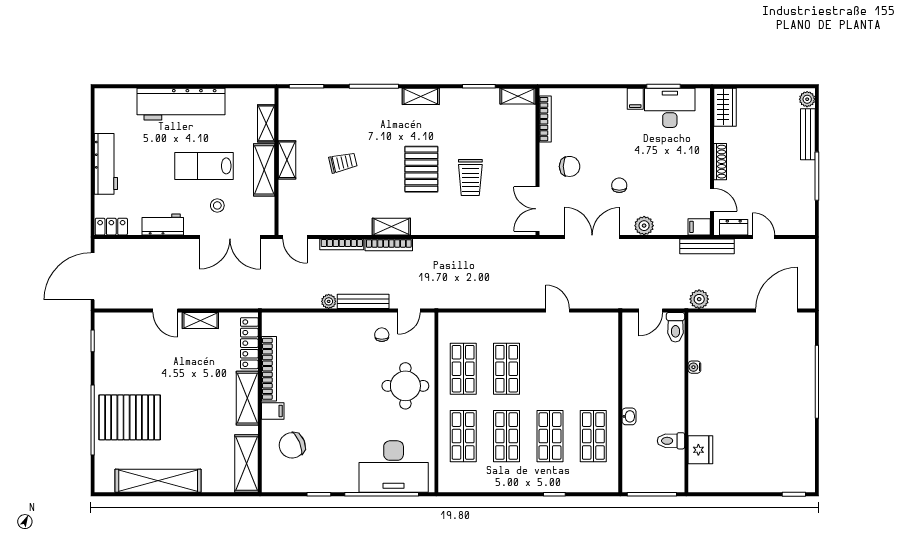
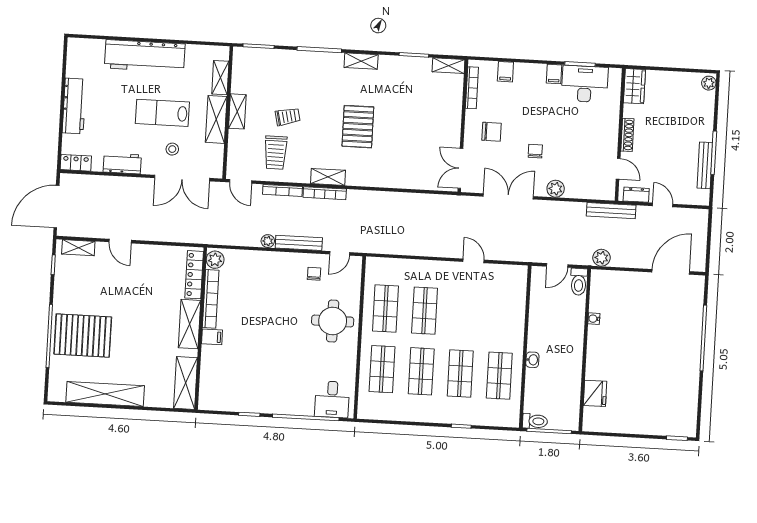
bench: (808, 134) -> (705, 165), moved
trolley: (470, 177) -> (276, 153), moved
filing cabinet: (699, 227) -> (505, 72), moved, turned -90
shelving: (200, 320) -> (78, 248), moved
plant: (271, 325) -> (215, 260), added
toilet: (671, 441) -> (535, 421), moved, turned 180
chair: (292, 445) -> (228, 369), removed
desk: (394, 467) -> (332, 399), width x0.53, depth x0.77

